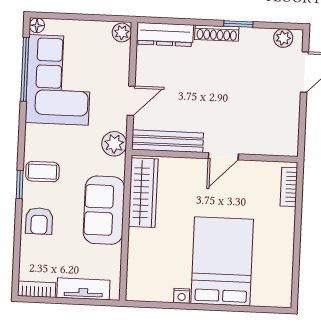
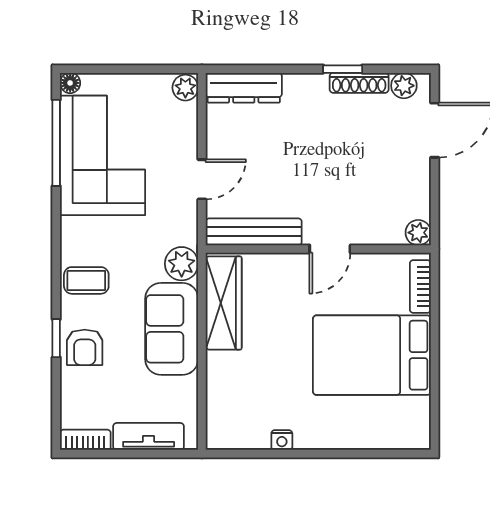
shoe rack: (217, 33) -> (359, 83), moved
plant: (114, 144) -> (182, 264), moved
plant: (289, 147) -> (418, 233), added
window: (20, 185) -> (56, 338), moved
bed: (222, 261) -> (372, 355), moved, turned -90

